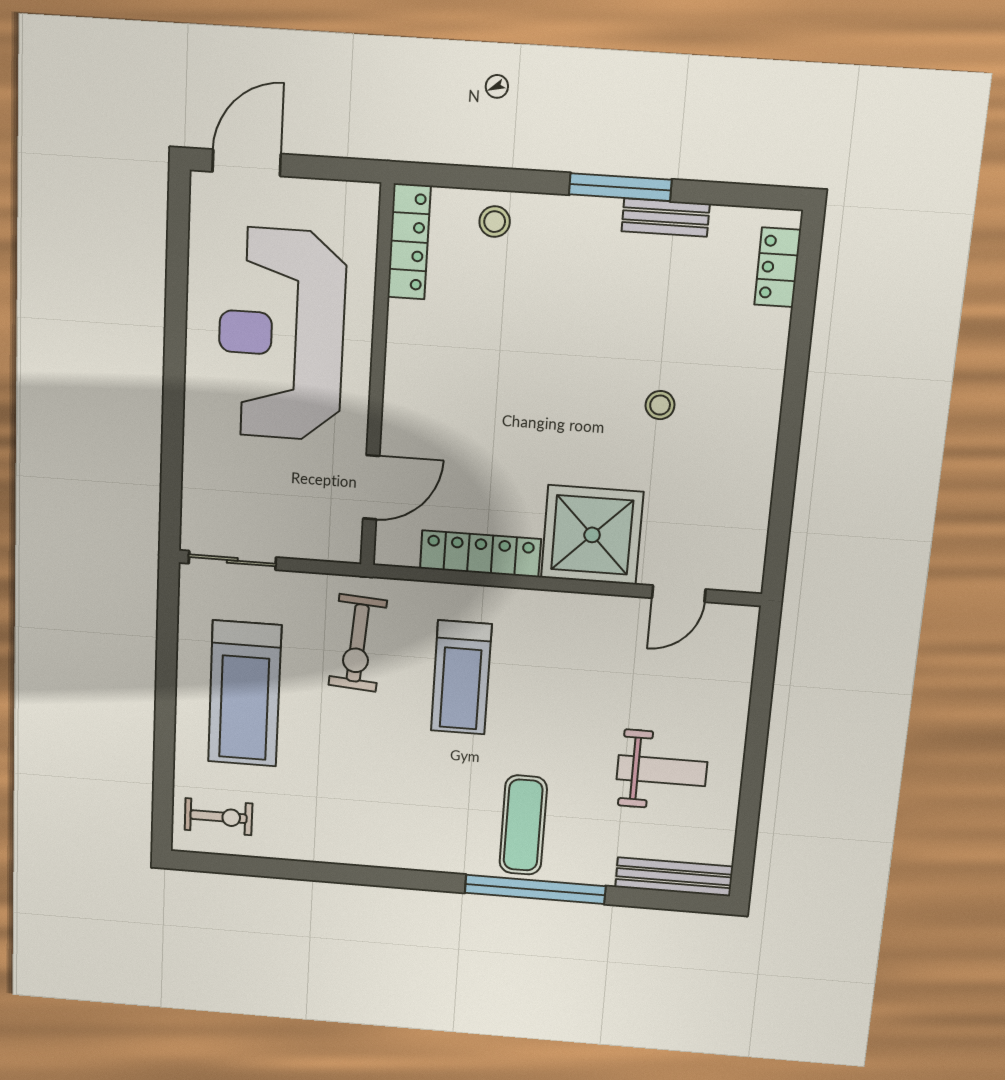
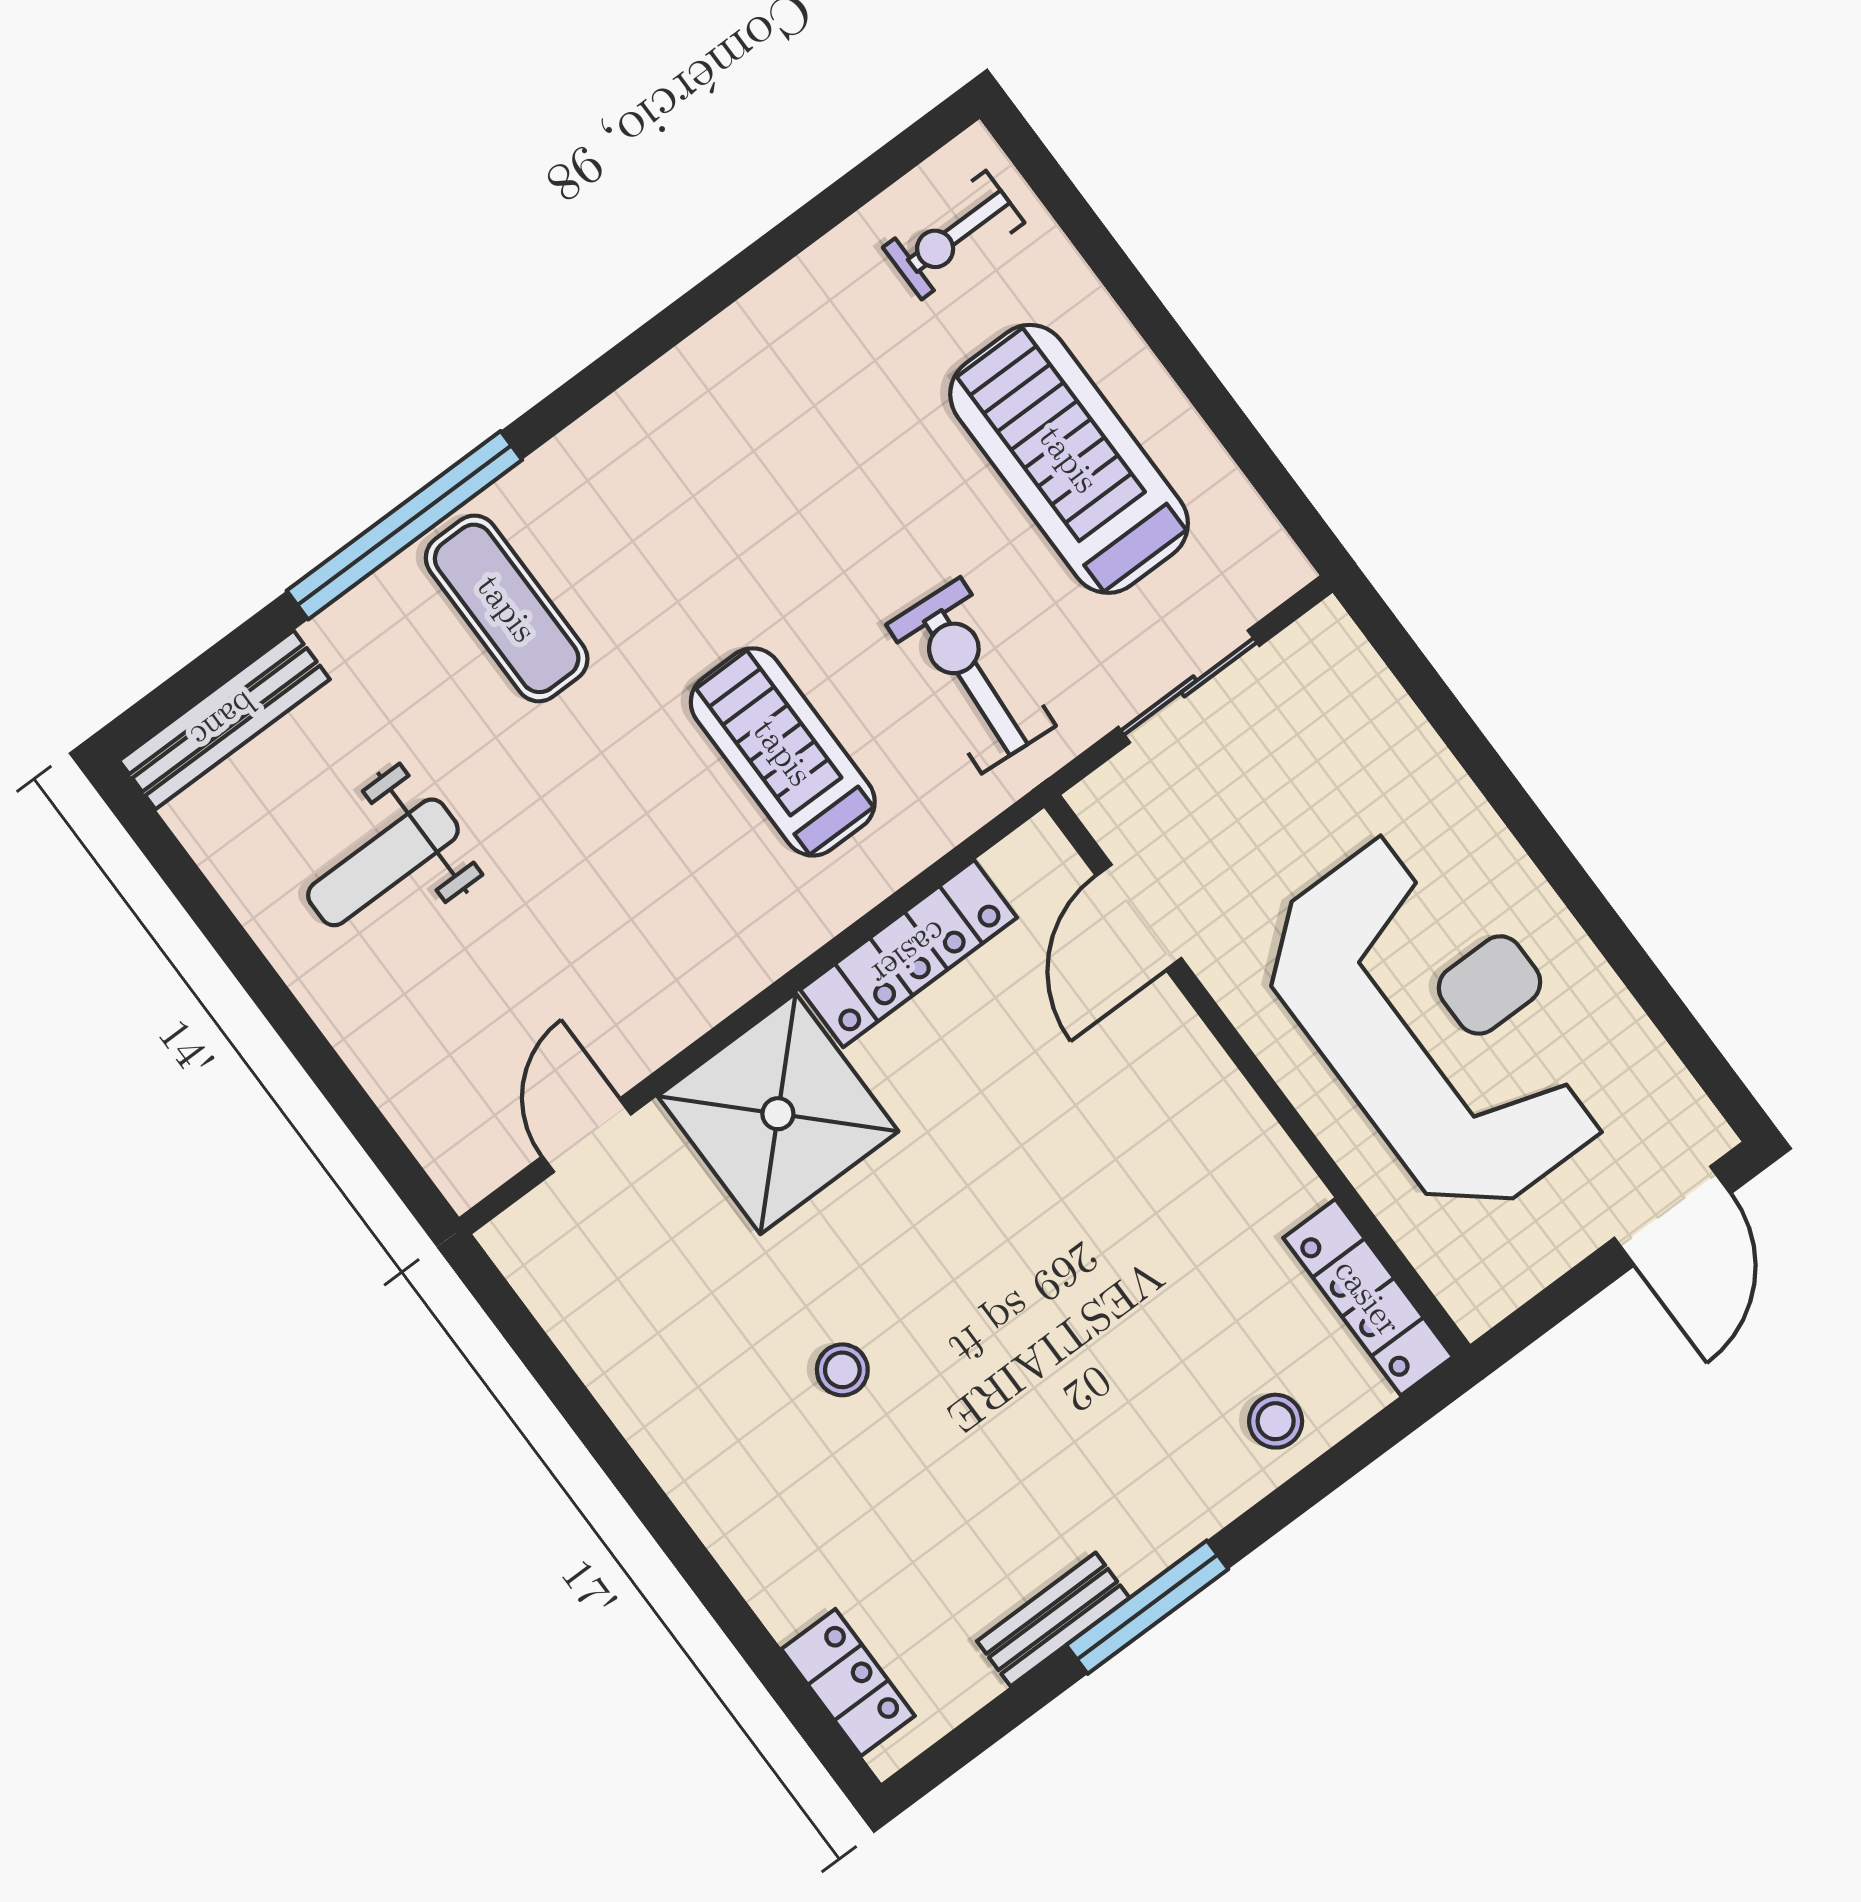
sliding door: (232, 560) -> (1189, 686), moved

